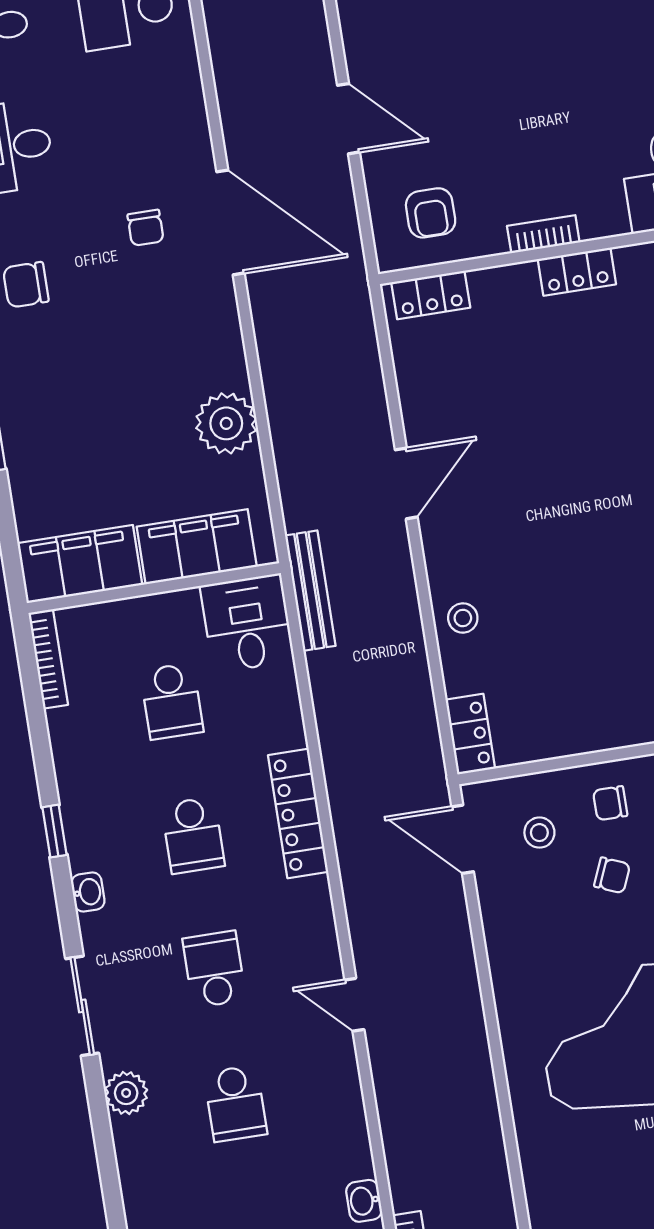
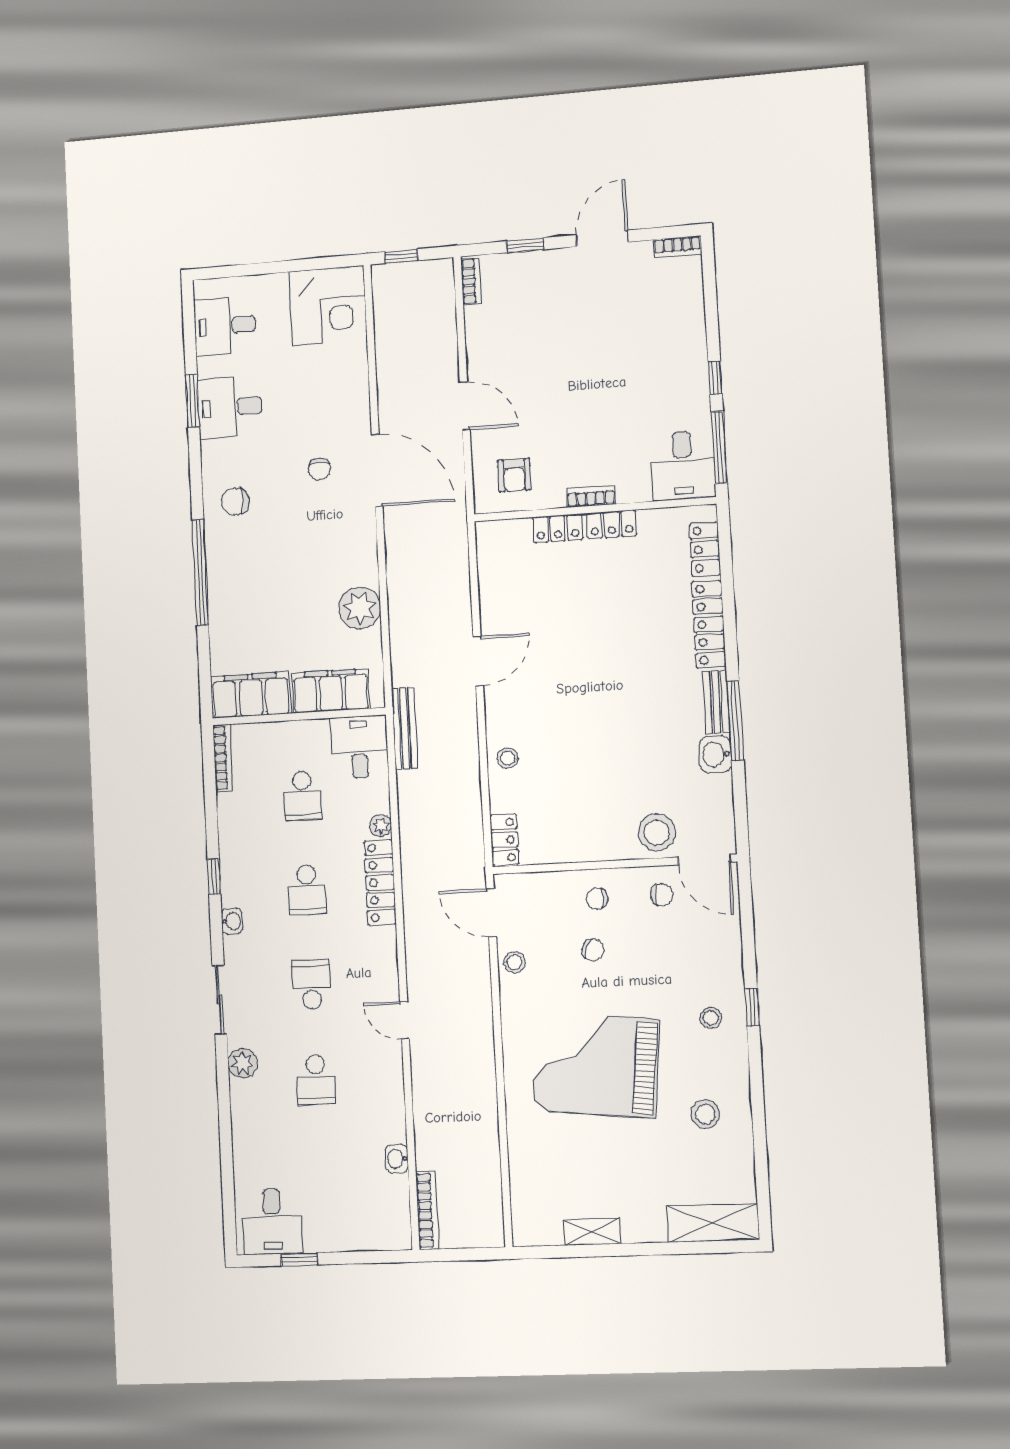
locker: (431, 295) -> (558, 528), moved
plant: (290, 732) -> (381, 826), added
stool: (539, 833) -> (514, 962), moved

